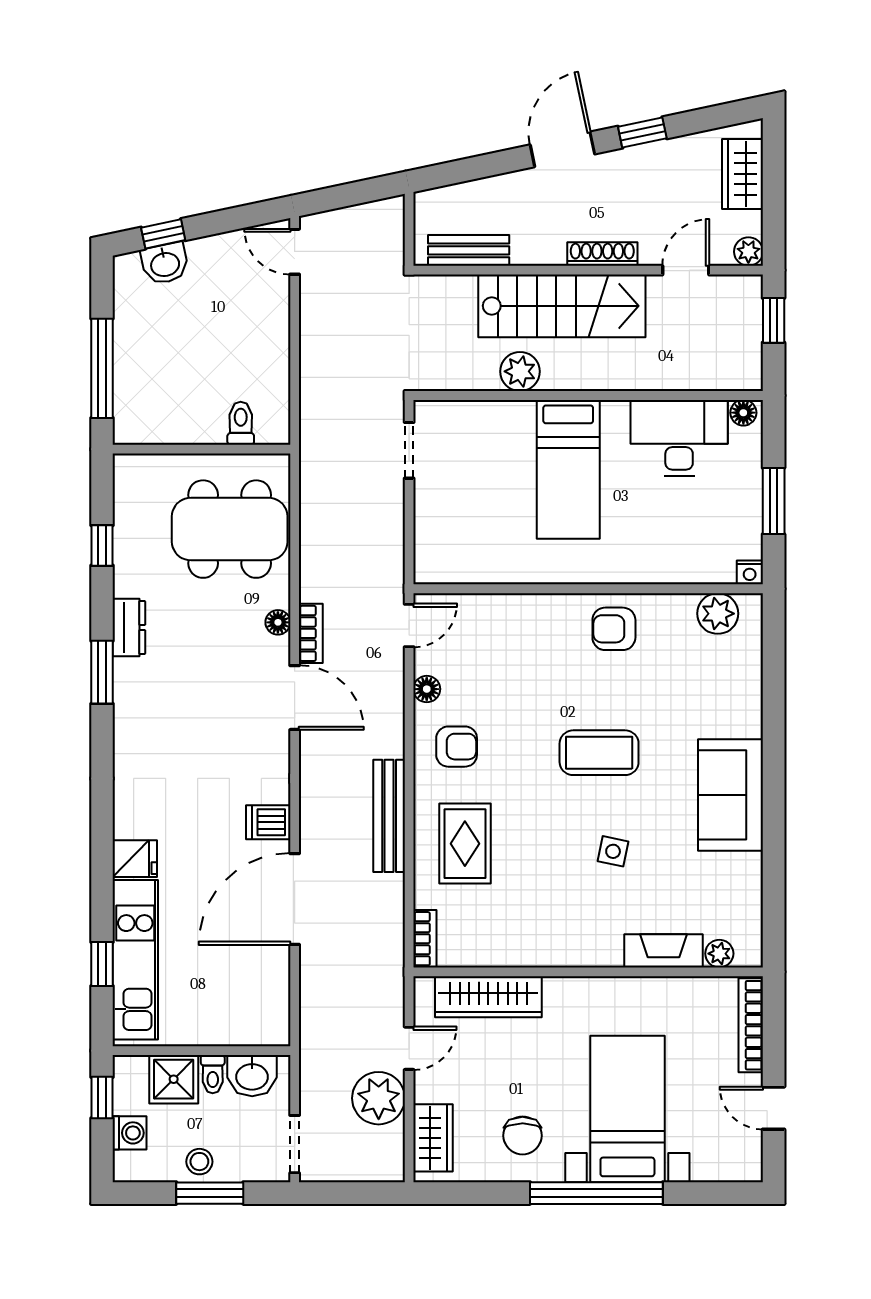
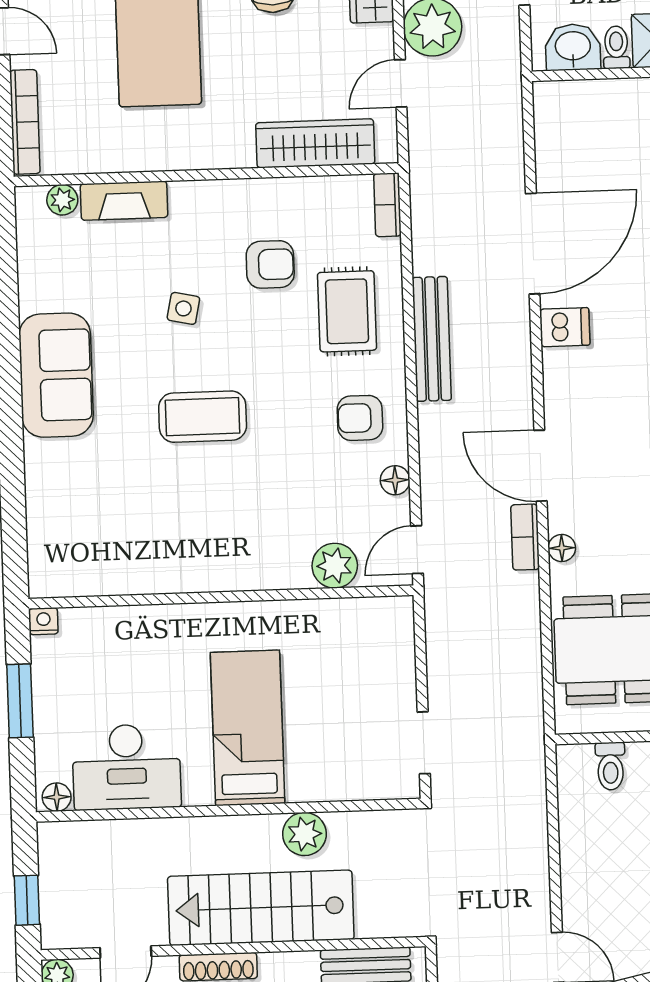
plant: (718, 614) -> (335, 566), moved
armchair: (614, 629) -> (270, 264), moved

